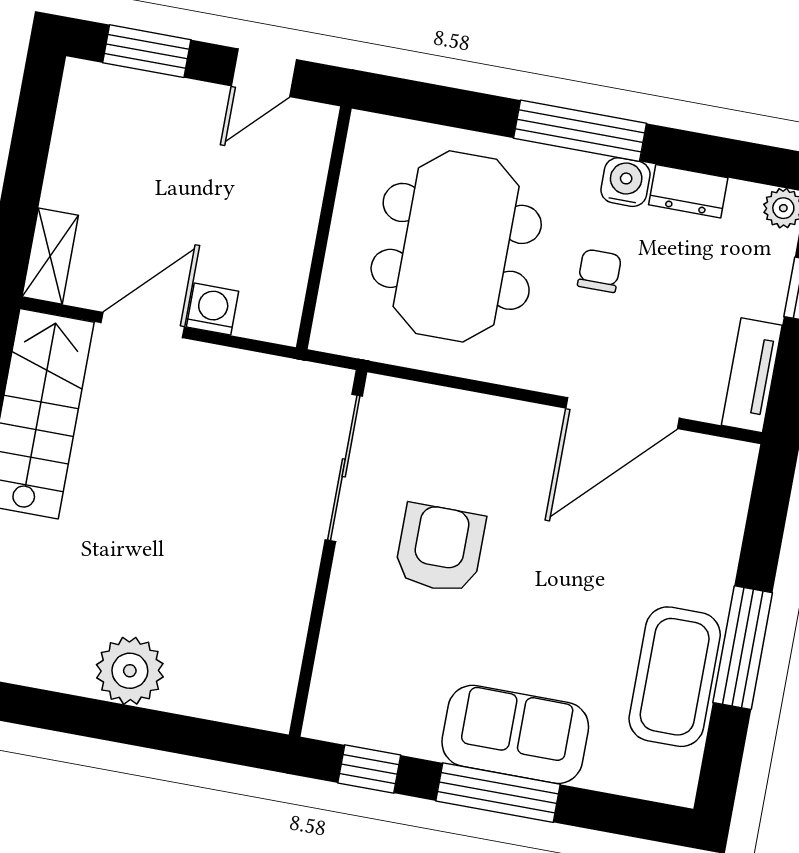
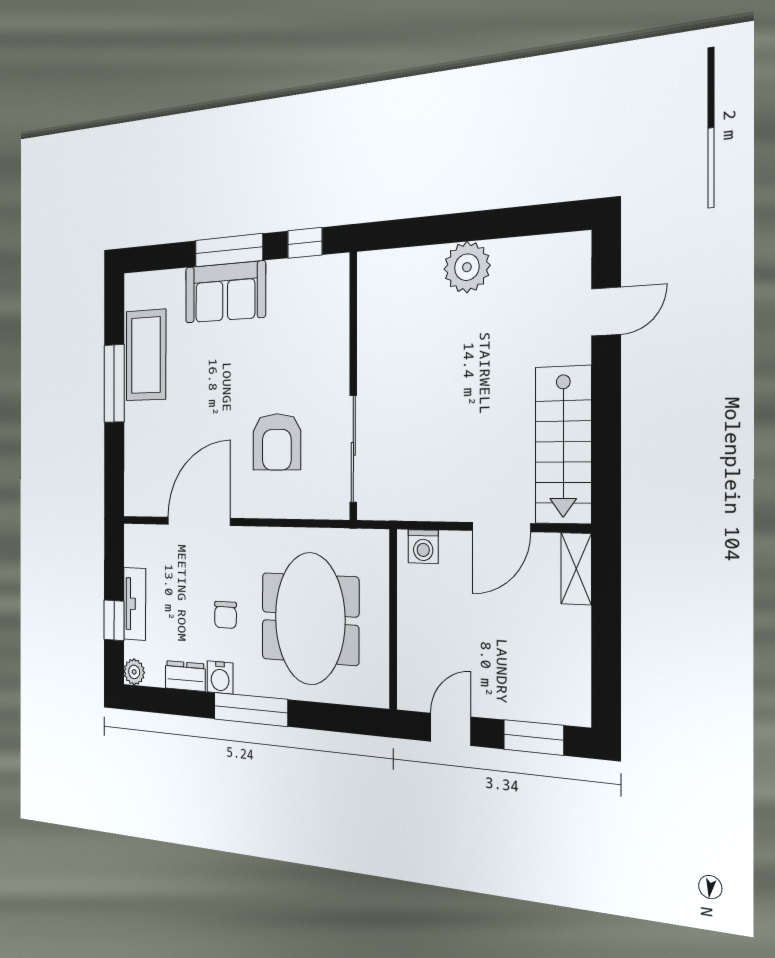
washing machine: (213, 309) -> (423, 547), moved
tv unit: (752, 375) -> (135, 604), moved
armchair: (440, 548) -> (277, 442), moved

